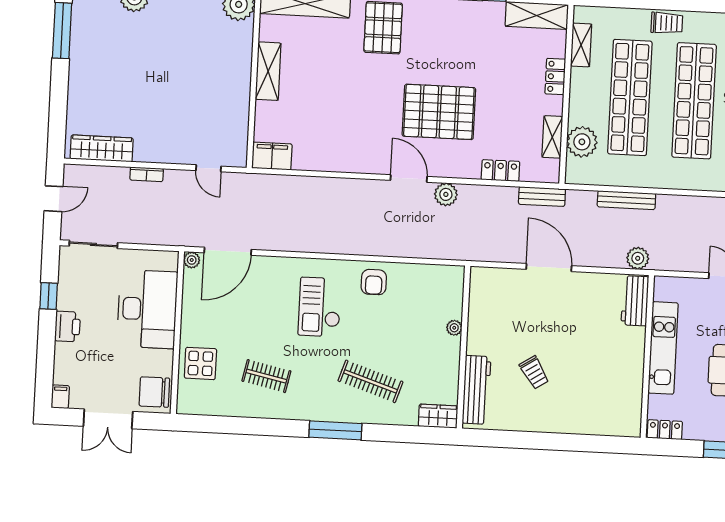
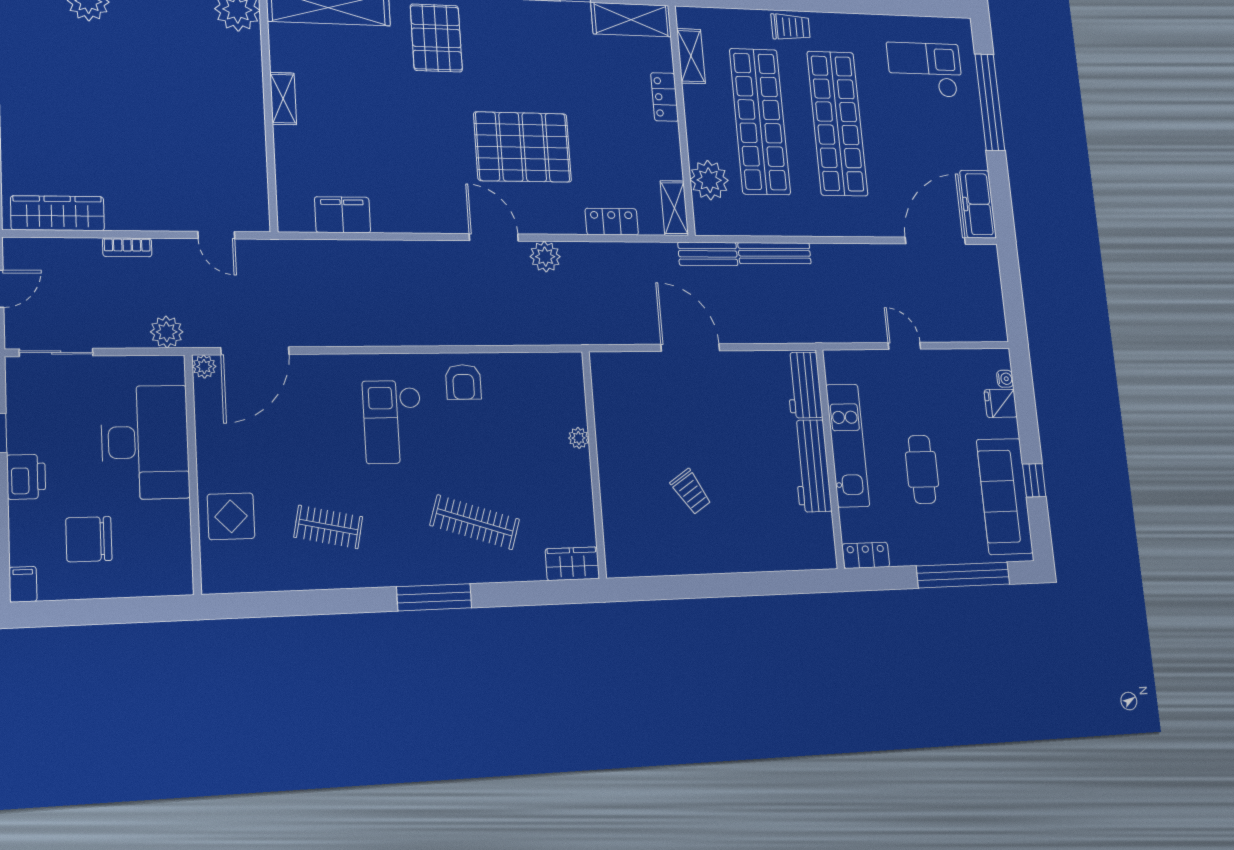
shelving: (268, 71) -> (283, 99), width x0.67, depth x0.75
shelving: (552, 137) -> (674, 208), moved
filing cabinet: (272, 156) -> (343, 215), moved
bench: (542, 197) -> (708, 254), moved
plant: (638, 258) -> (167, 332), moved
workbench: (477, 390) -> (812, 466), moved, turned 180
chair: (154, 392) -> (89, 539), moved
double door: (108, 419) -> (100, 611), removed

